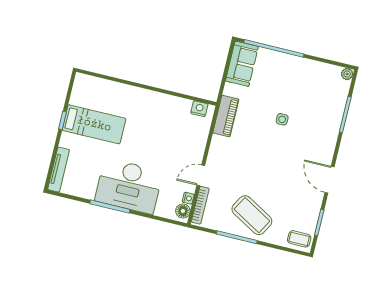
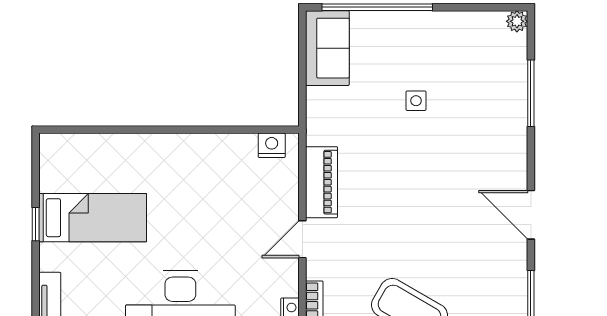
piano: (226, 116) -> (322, 182), moved
side table: (282, 119) -> (416, 101), moved
door: (201, 175) -> (302, 239), moved

